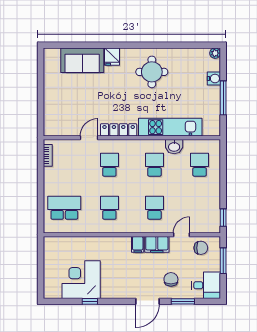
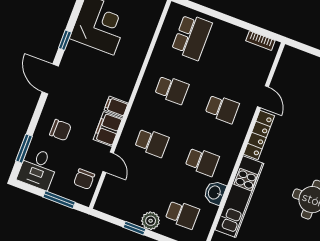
plant: (213, 187) -> (151, 221), added
window: (223, 218) -> (134, 228), moved
window: (90, 301) -> (65, 40), moved
door: (147, 301) -> (50, 79), moved
window: (183, 301) -> (24, 149), moved

